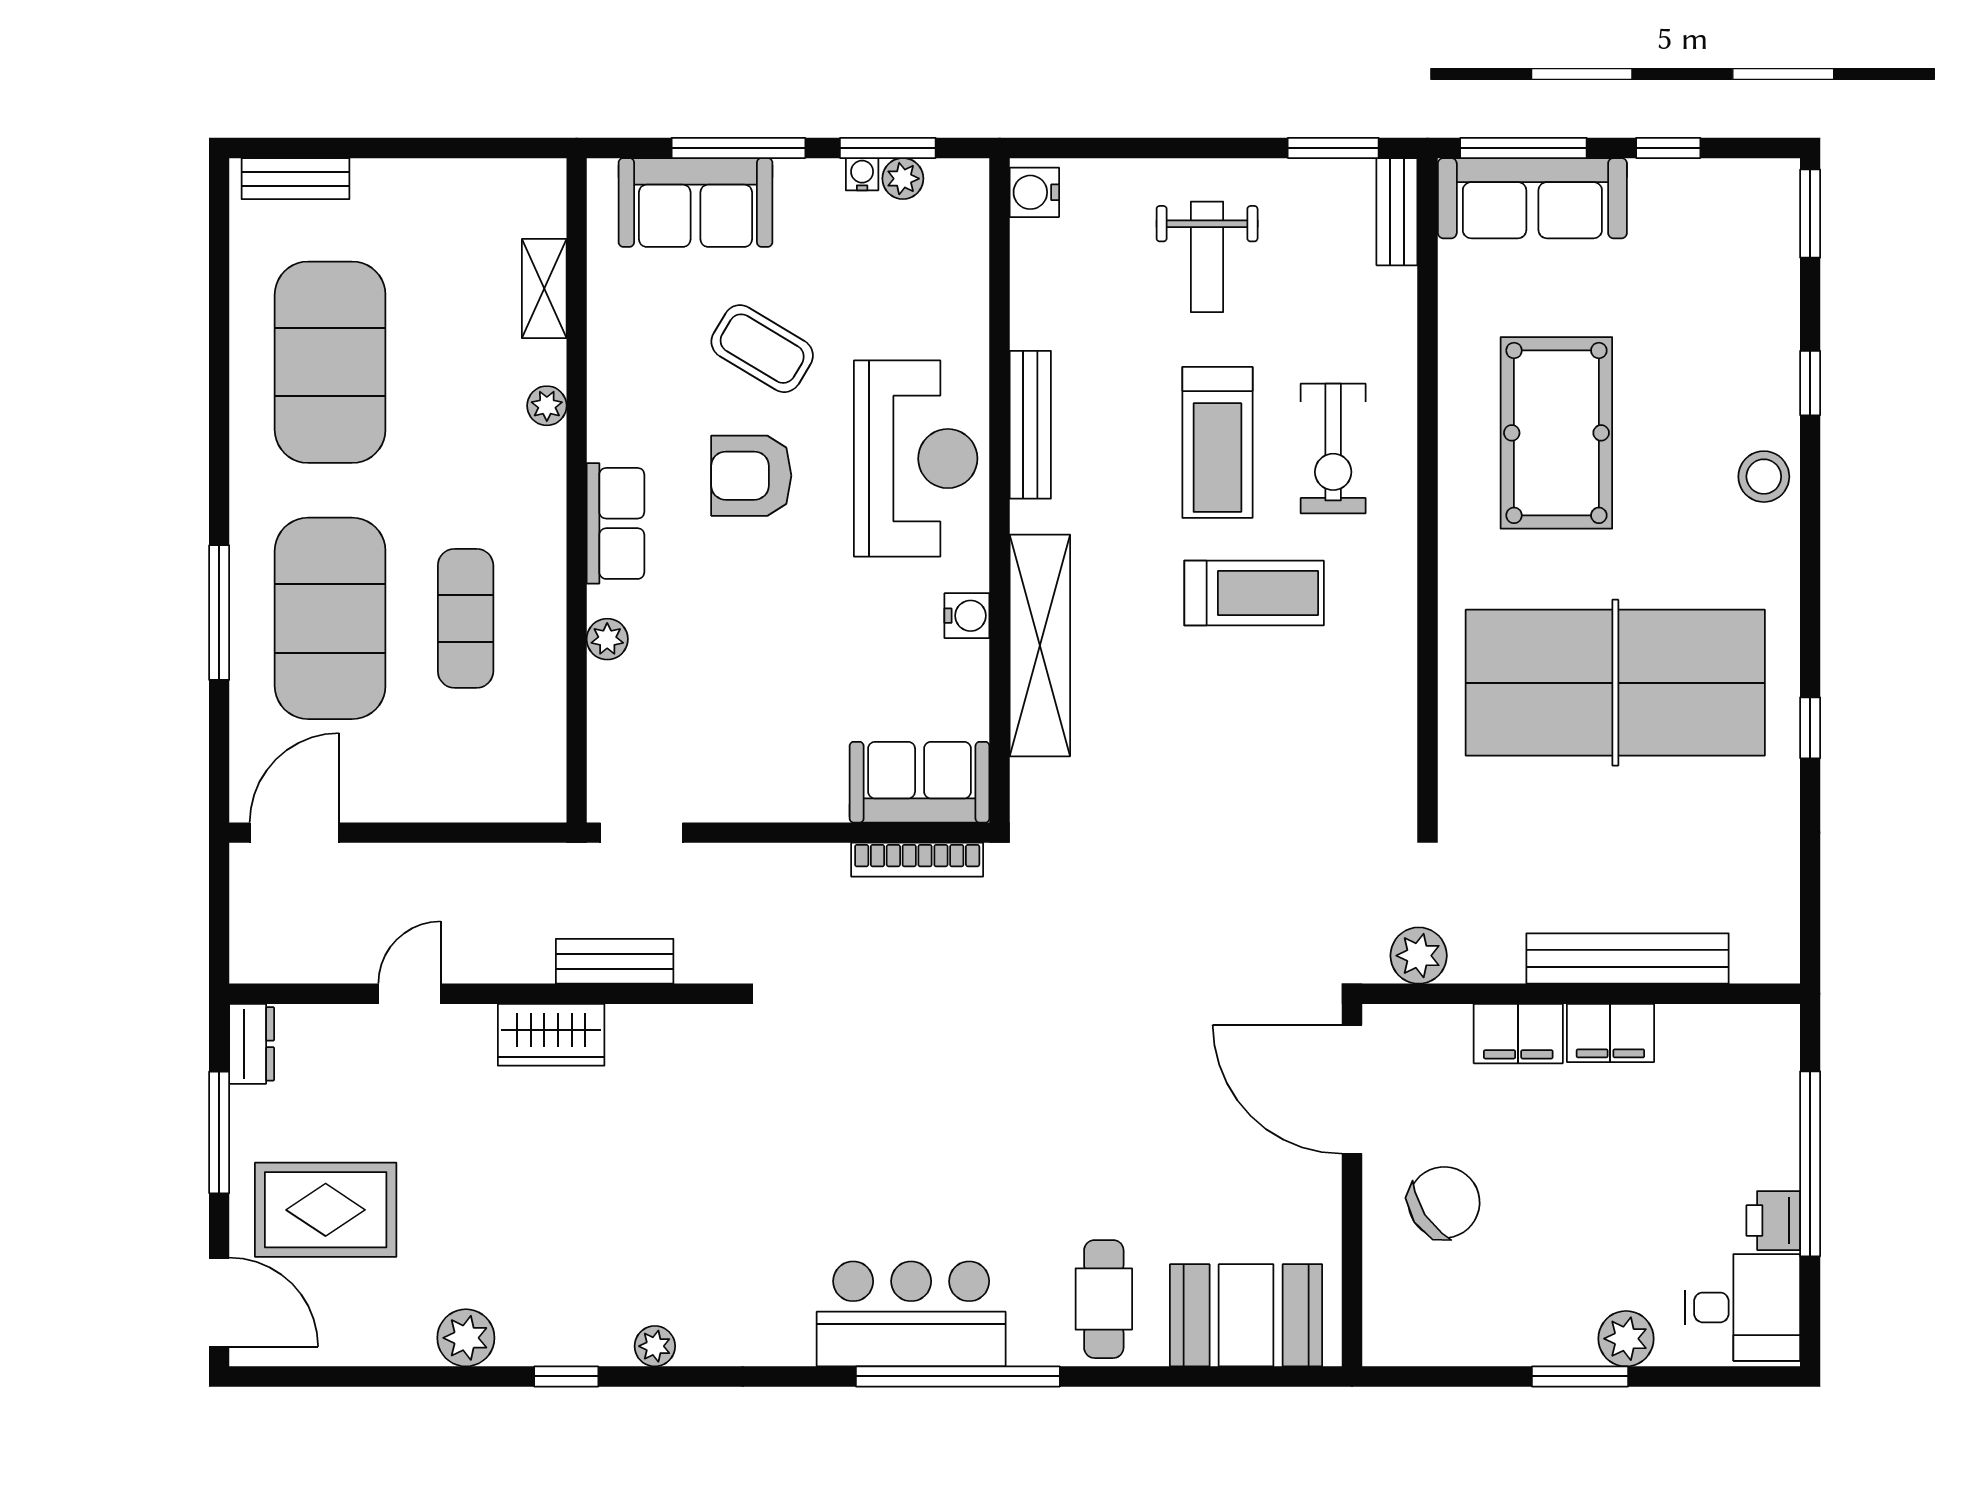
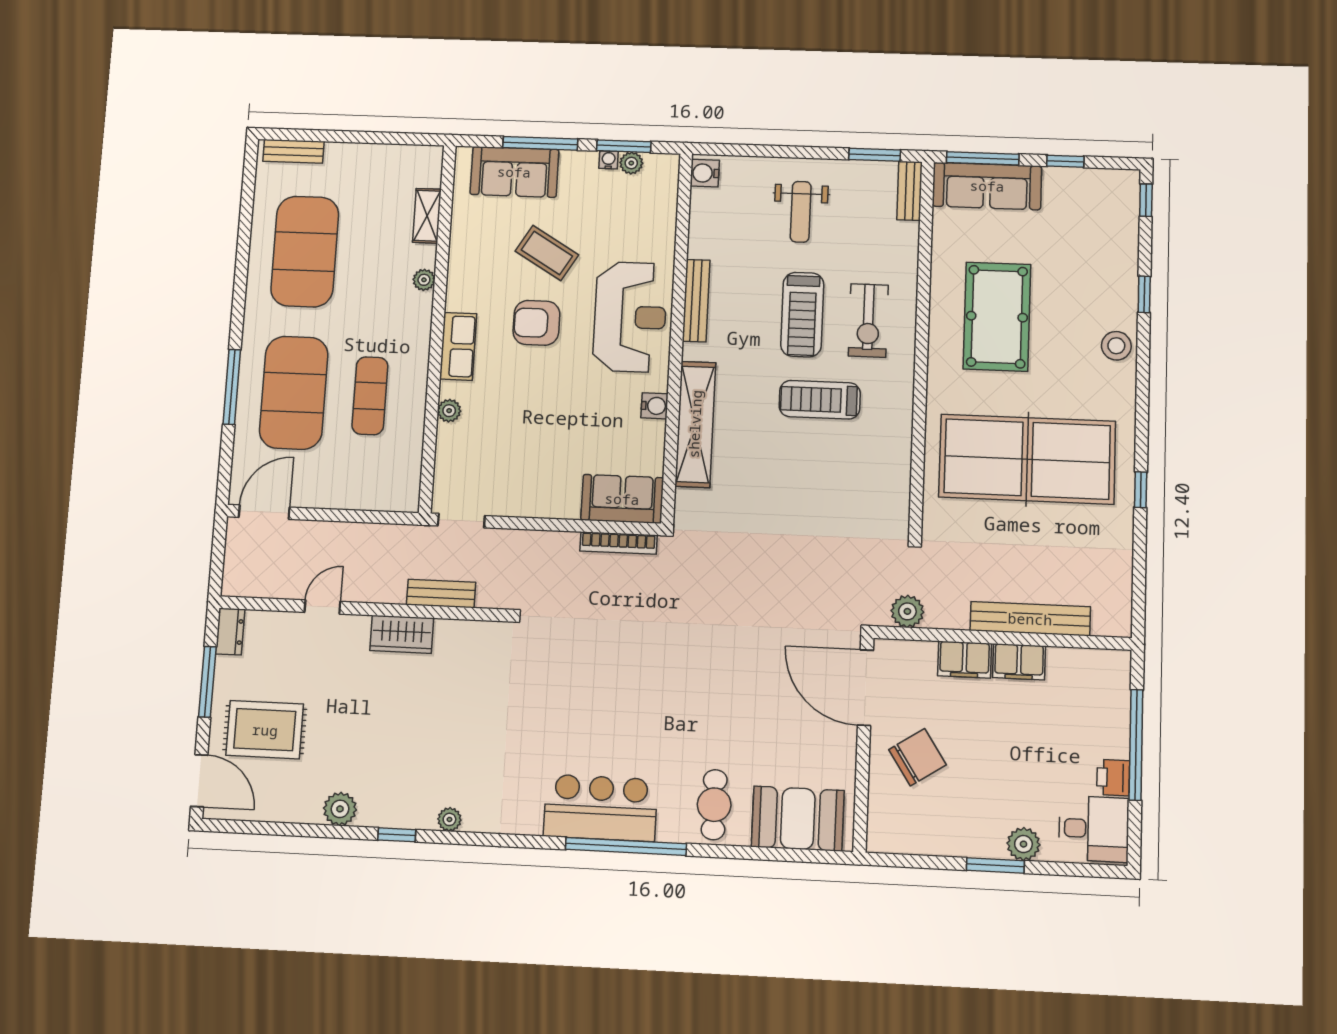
window: (1810, 214) -> (1146, 200), width x0.67
treadmill: (1254, 593) -> (820, 400), turned 180

